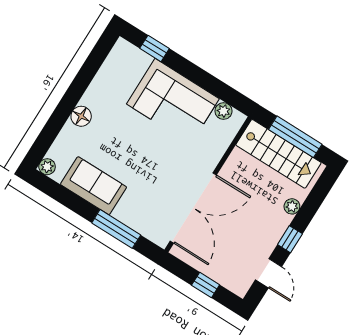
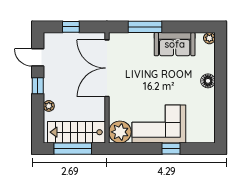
window: (154, 48) -> (171, 149), moved
plant: (223, 111) -> (120, 132), width x1.87, depth x1.87

